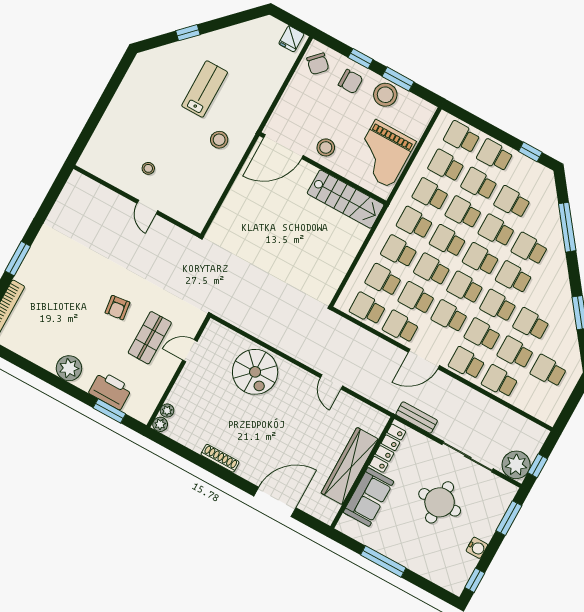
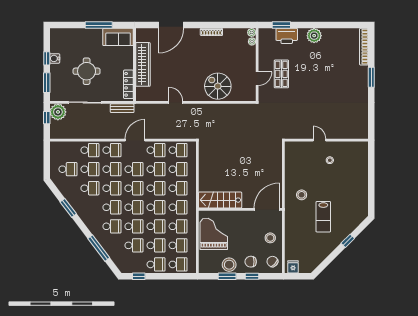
stool: (326, 147) -> (270, 238), moved
armchair: (117, 308) -> (306, 80), removed
sofa: (369, 497) -> (118, 37), moved, turned -90
window: (475, 580) -> (47, 58), moved

